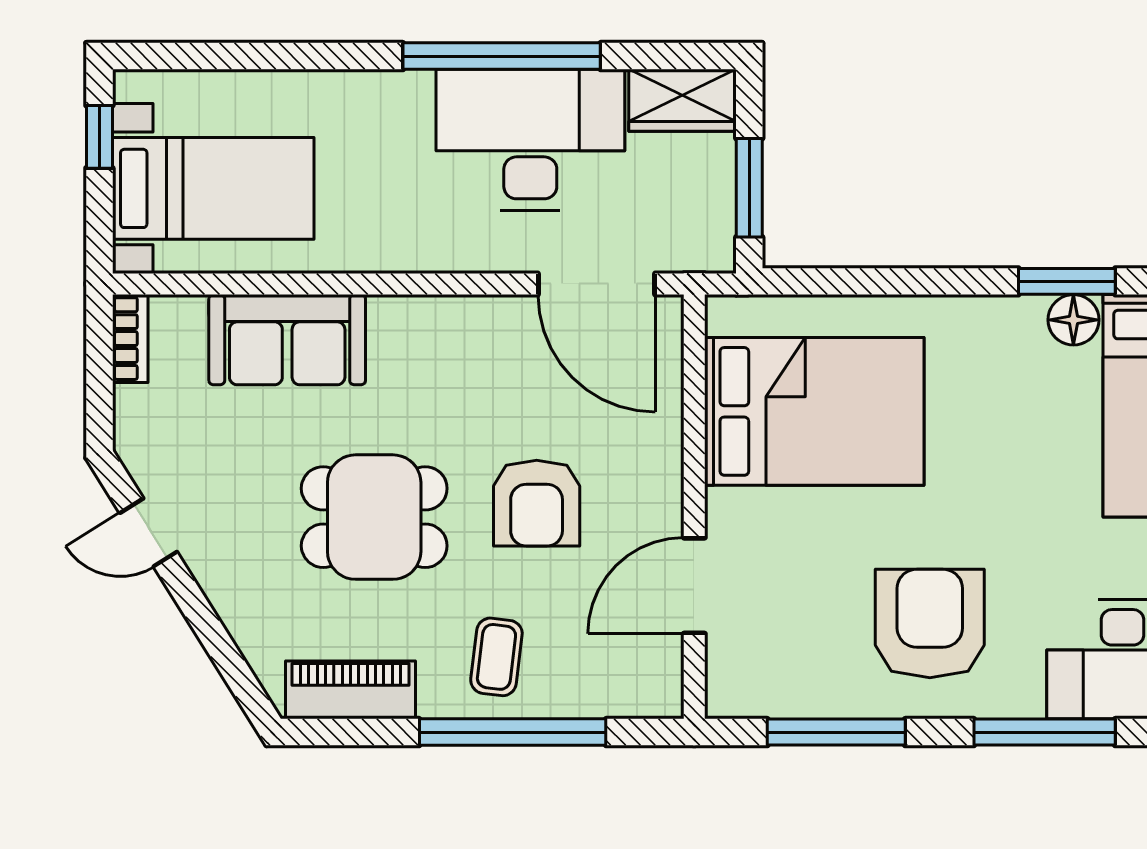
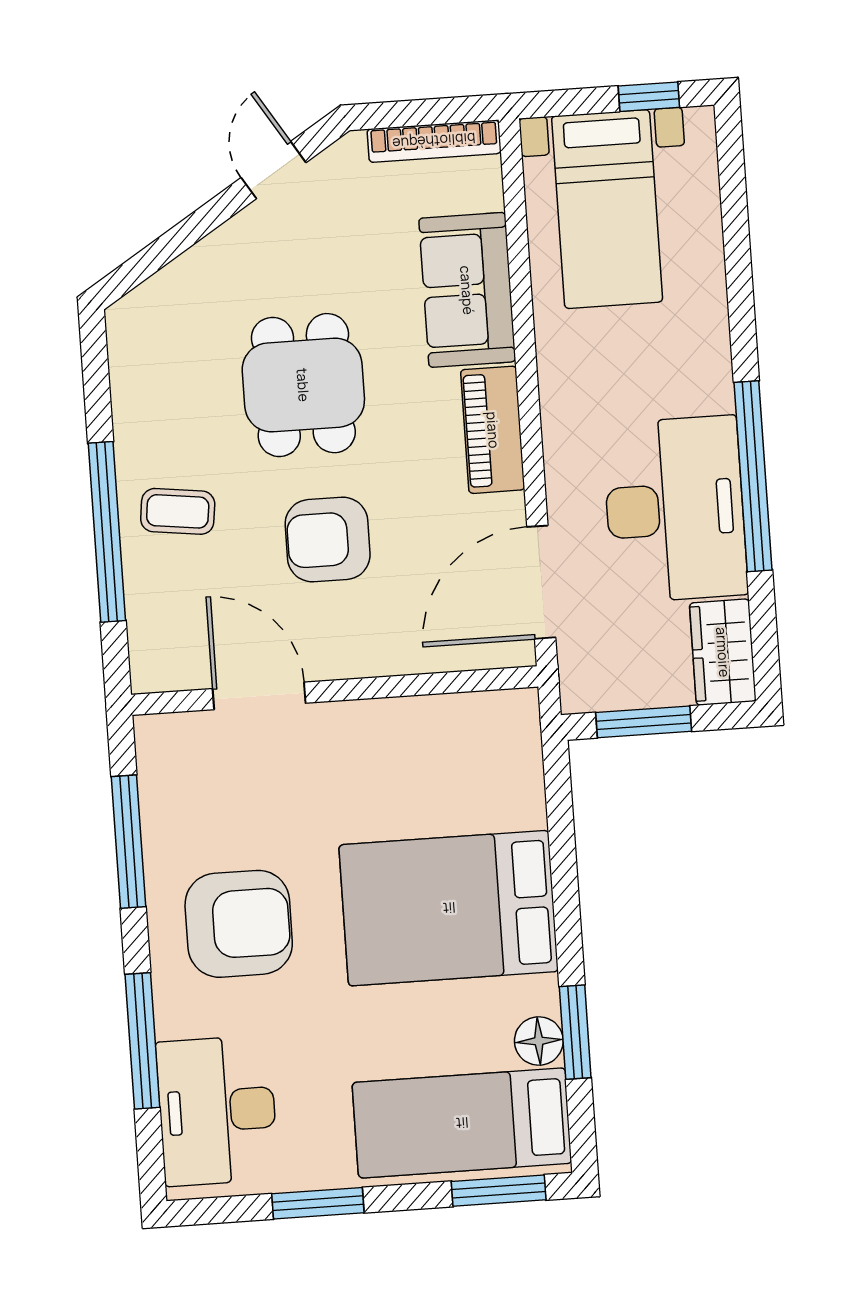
bookcase: (130, 339) -> (434, 141), width x1.56
bed: (814, 411) -> (449, 908), moved, turned 90
piano: (350, 690) -> (493, 430), moved, turned 180

